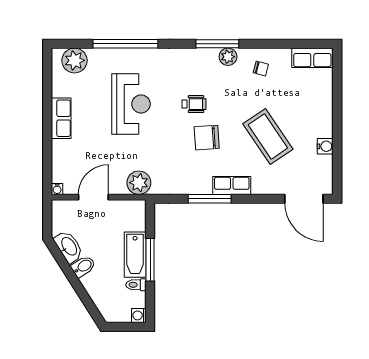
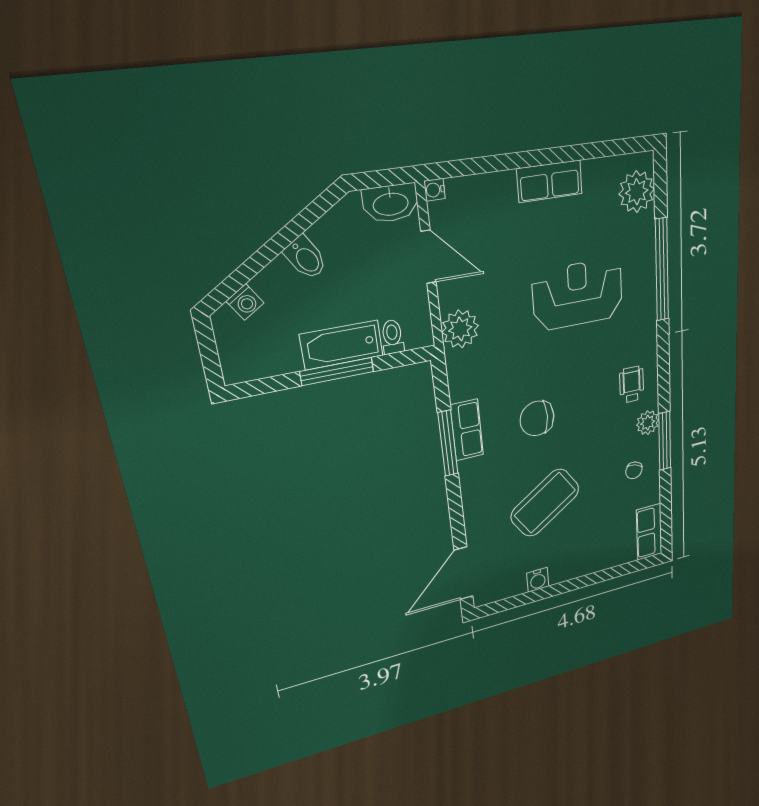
window: (217, 44) -> (665, 441), moved
reception desk: (131, 104) -> (578, 294), turned 180
wheelchair: (194, 104) -> (632, 384), moved, turned 180
chair: (207, 138) -> (537, 418), turned -86
row of seats: (232, 185) -> (467, 430), moved
washbasin: (69, 247) -> (391, 203), moved, turned 32
toilet: (136, 285) -> (392, 337), moved
washing machine: (139, 315) -> (245, 302), moved, turned 148

